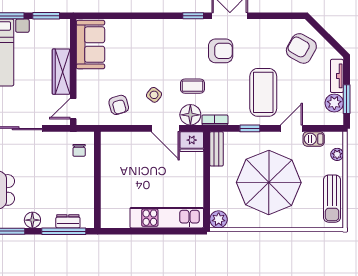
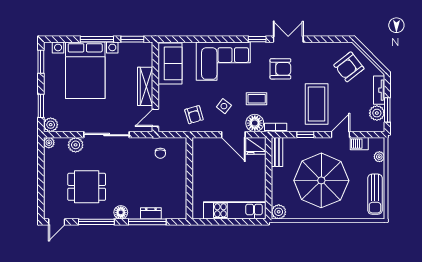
corner sofa: (153, 42) -> (223, 61), added
armchair: (301, 48) -> (349, 67), turned -67
wall: (97, 180) -> (189, 178), moved

